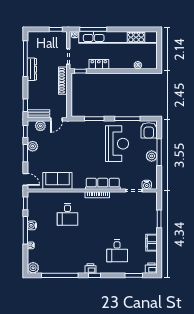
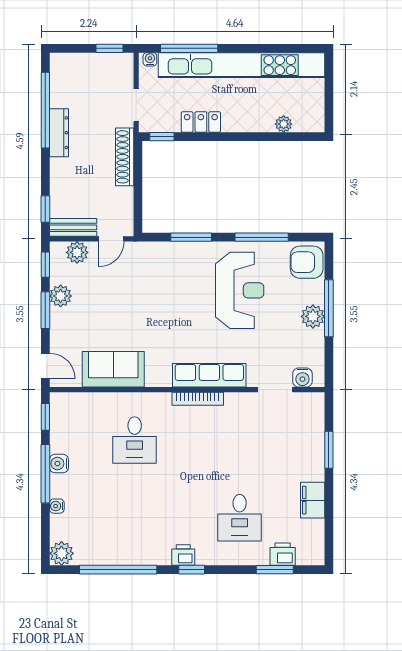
armchair: (149, 130) -> (307, 262), turned 90
printer: (151, 268) -> (283, 554), moved

